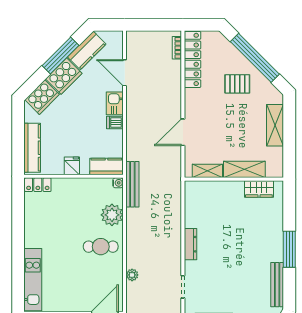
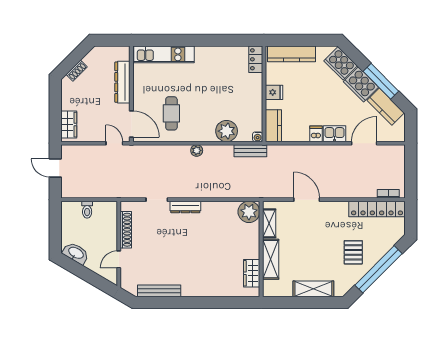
bench: (132, 184) -> (250, 151), width x0.73
plant: (195, 192) -> (249, 212), added
dresser: (190, 244) -> (185, 207), moved
cafe table: (101, 247) -> (171, 113), moved
window: (289, 249) -> (193, 303), removed
plant: (132, 275) -> (197, 150), moved

